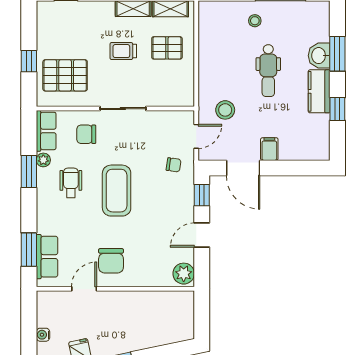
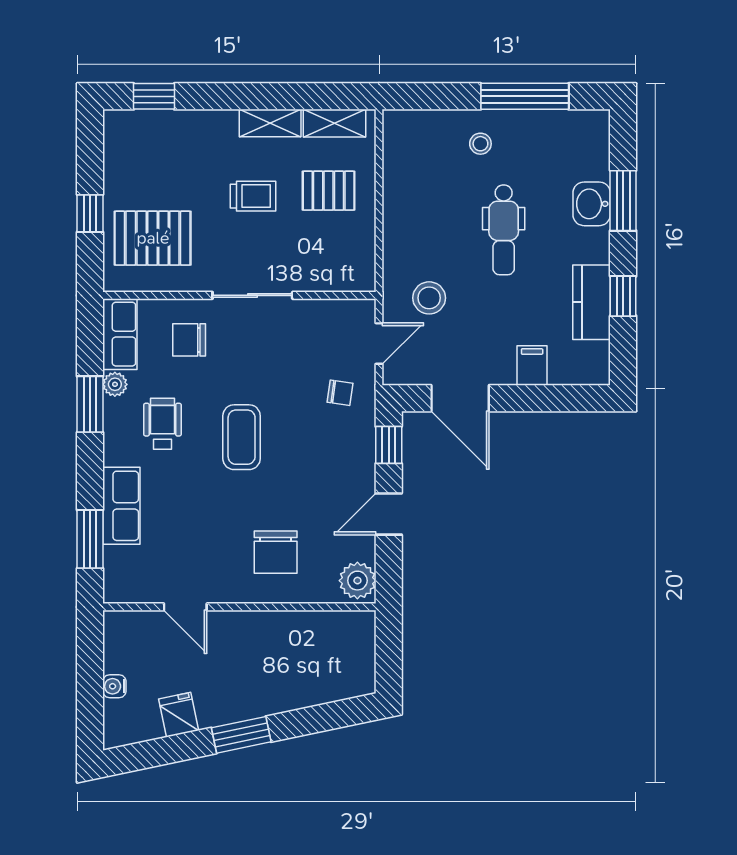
trolley: (123, 51) -> (253, 196), turned 180
kitchen counter: (319, 91) -> (592, 302), moved
filing cabinet: (269, 149) -> (532, 365), moved
coffee table: (117, 191) -> (242, 437), width x0.73, depth x0.76
row of seats: (47, 257) -> (121, 506), moved
chair: (111, 261) -> (276, 552), moved
door: (84, 289) -> (185, 607), swing flipped

